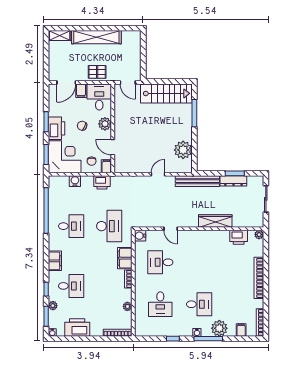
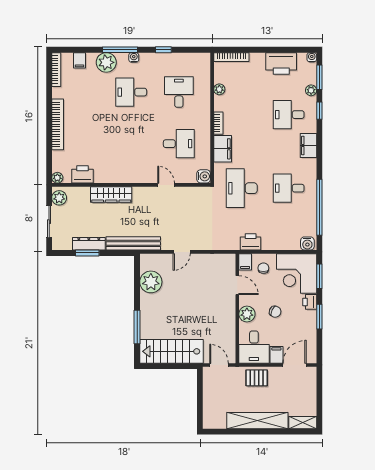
printer: (57, 128) -> (310, 302), width x0.53, depth x0.68
water cooler: (75, 181) -> (307, 243), moved
plant: (258, 218) -> (59, 198), added

